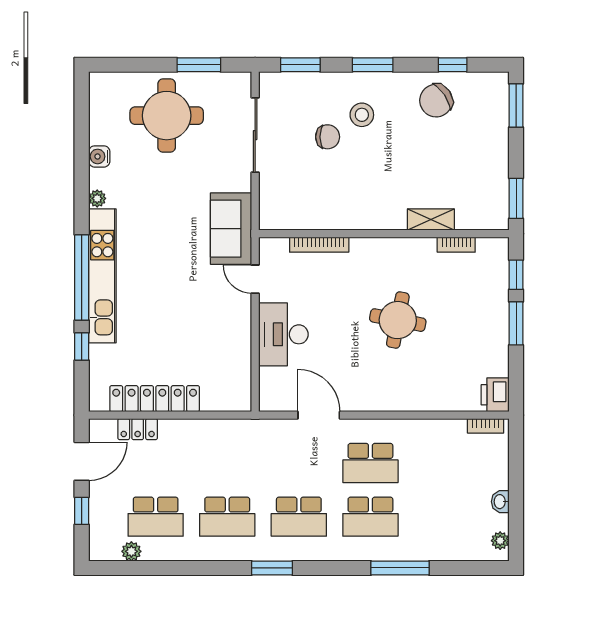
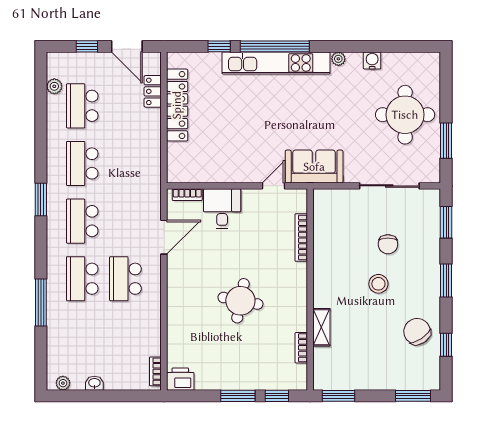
stool: (362, 115) -> (378, 284), moved
desk: (283, 334) -> (222, 209), width x0.73
bookcase: (266, 386) -> (187, 195), added

